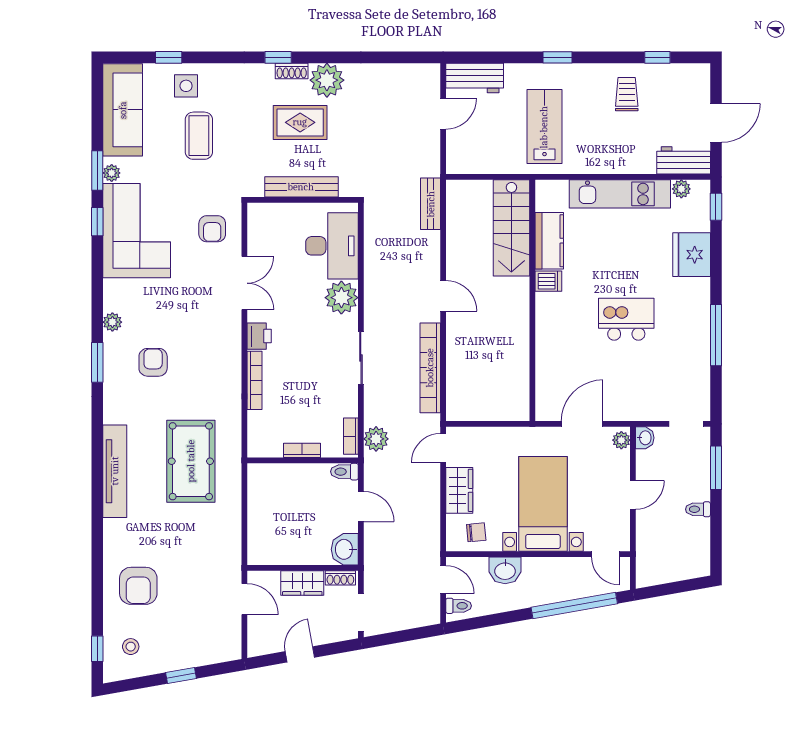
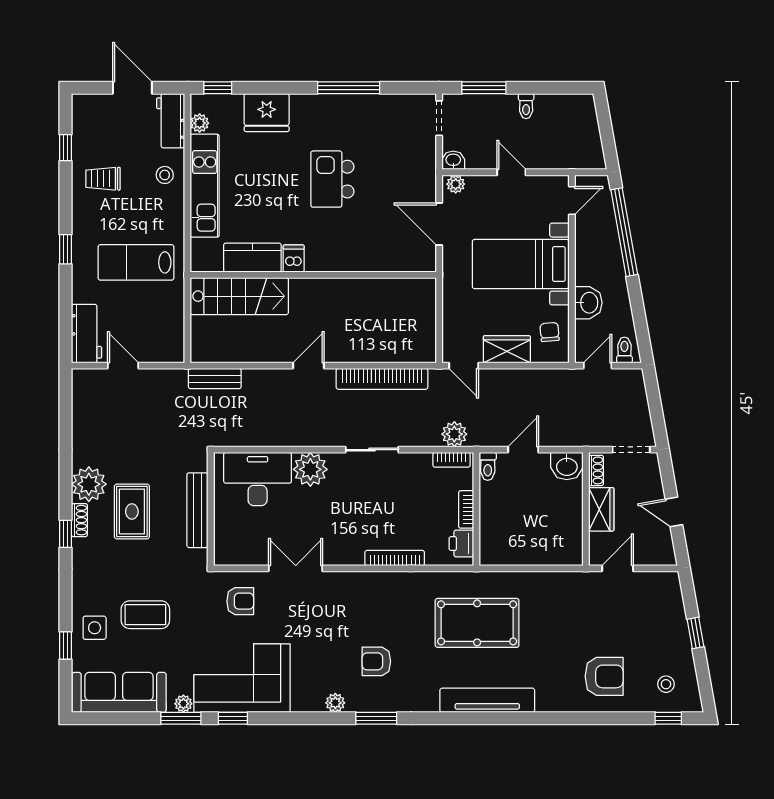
stool: (630, 155) -> (165, 175), added
printer: (259, 336) -> (461, 544), moved, turned -90

